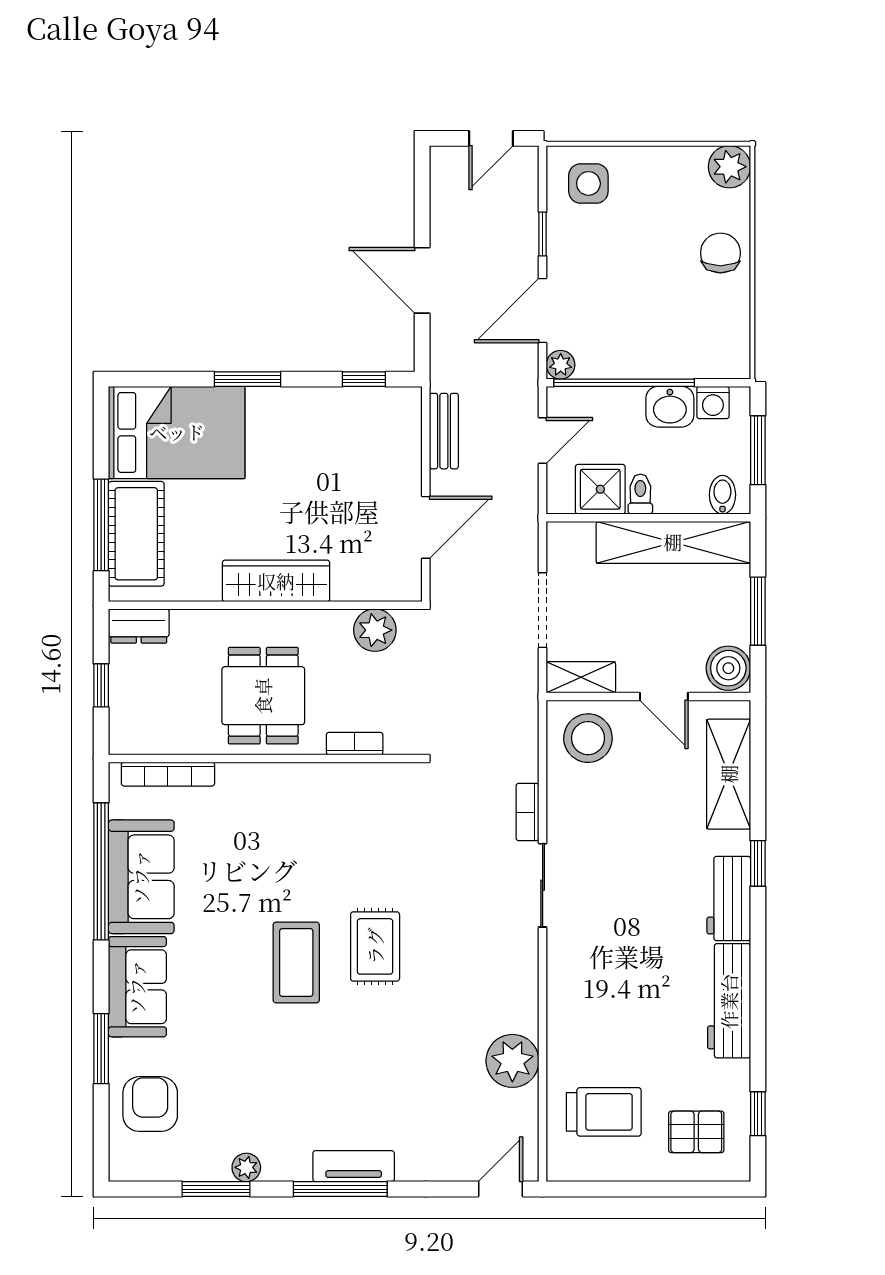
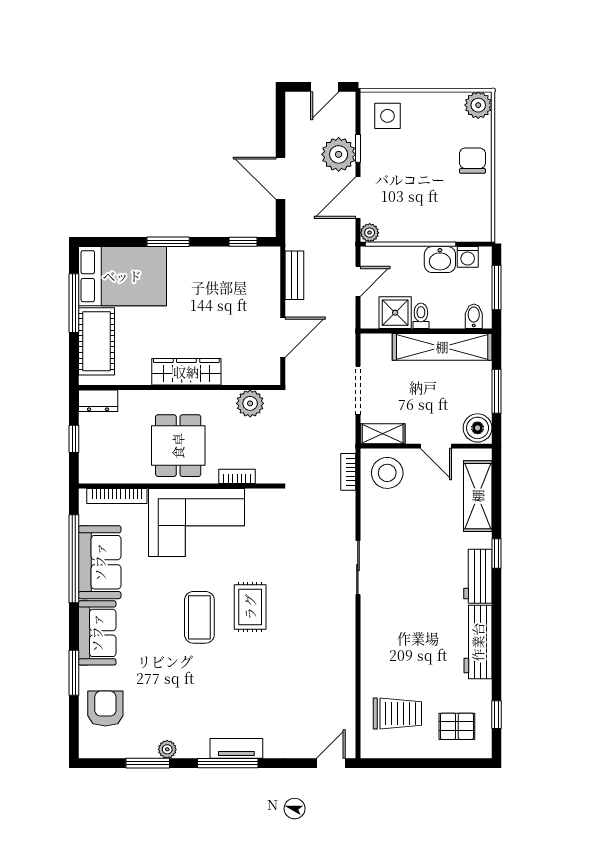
window: (101, 525) -> (74, 303), moved
bookcase: (527, 812) -> (348, 472), moved
corner sofa: (292, 815) -> (197, 523), added
plant: (512, 1061) -> (339, 154), moved

